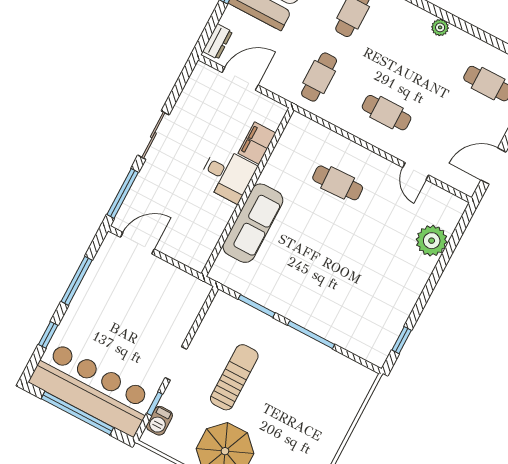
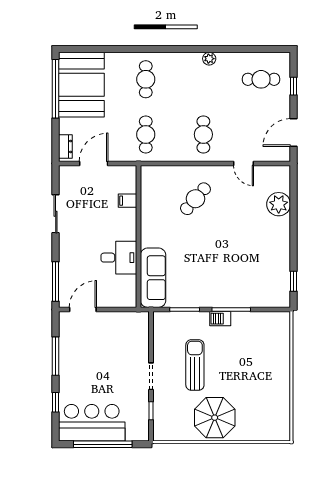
cafe table: (387, 113) -> (203, 134), turned 90
sliding door: (153, 135) -> (56, 214), moved
filing cabinet: (257, 143) -> (127, 201), width x0.50
desk: (227, 174) -> (119, 258), moved
cafe table: (338, 183) -> (195, 199), turned -47
sofa: (253, 223) -> (153, 278), moved
bar counter: (92, 389) -> (92, 423), width x0.73
barbecue: (159, 421) -> (220, 319), moved, turned 90

